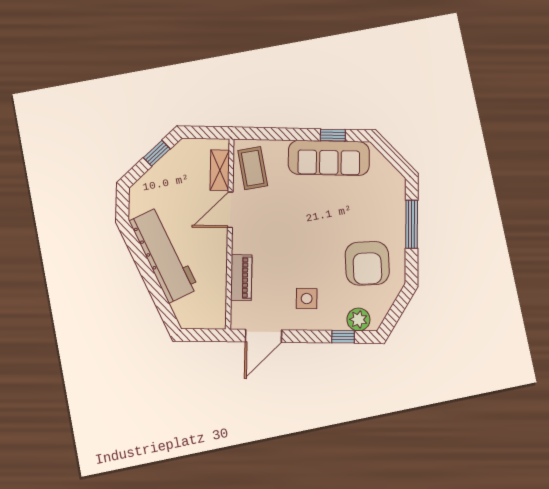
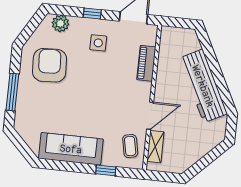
window: (333, 135) -> (106, 170), moved
window: (157, 153) -> (202, 164), removed
coffee table: (253, 168) -> (130, 146), width x0.73, depth x0.77
window: (343, 337) -> (92, 13), moved

